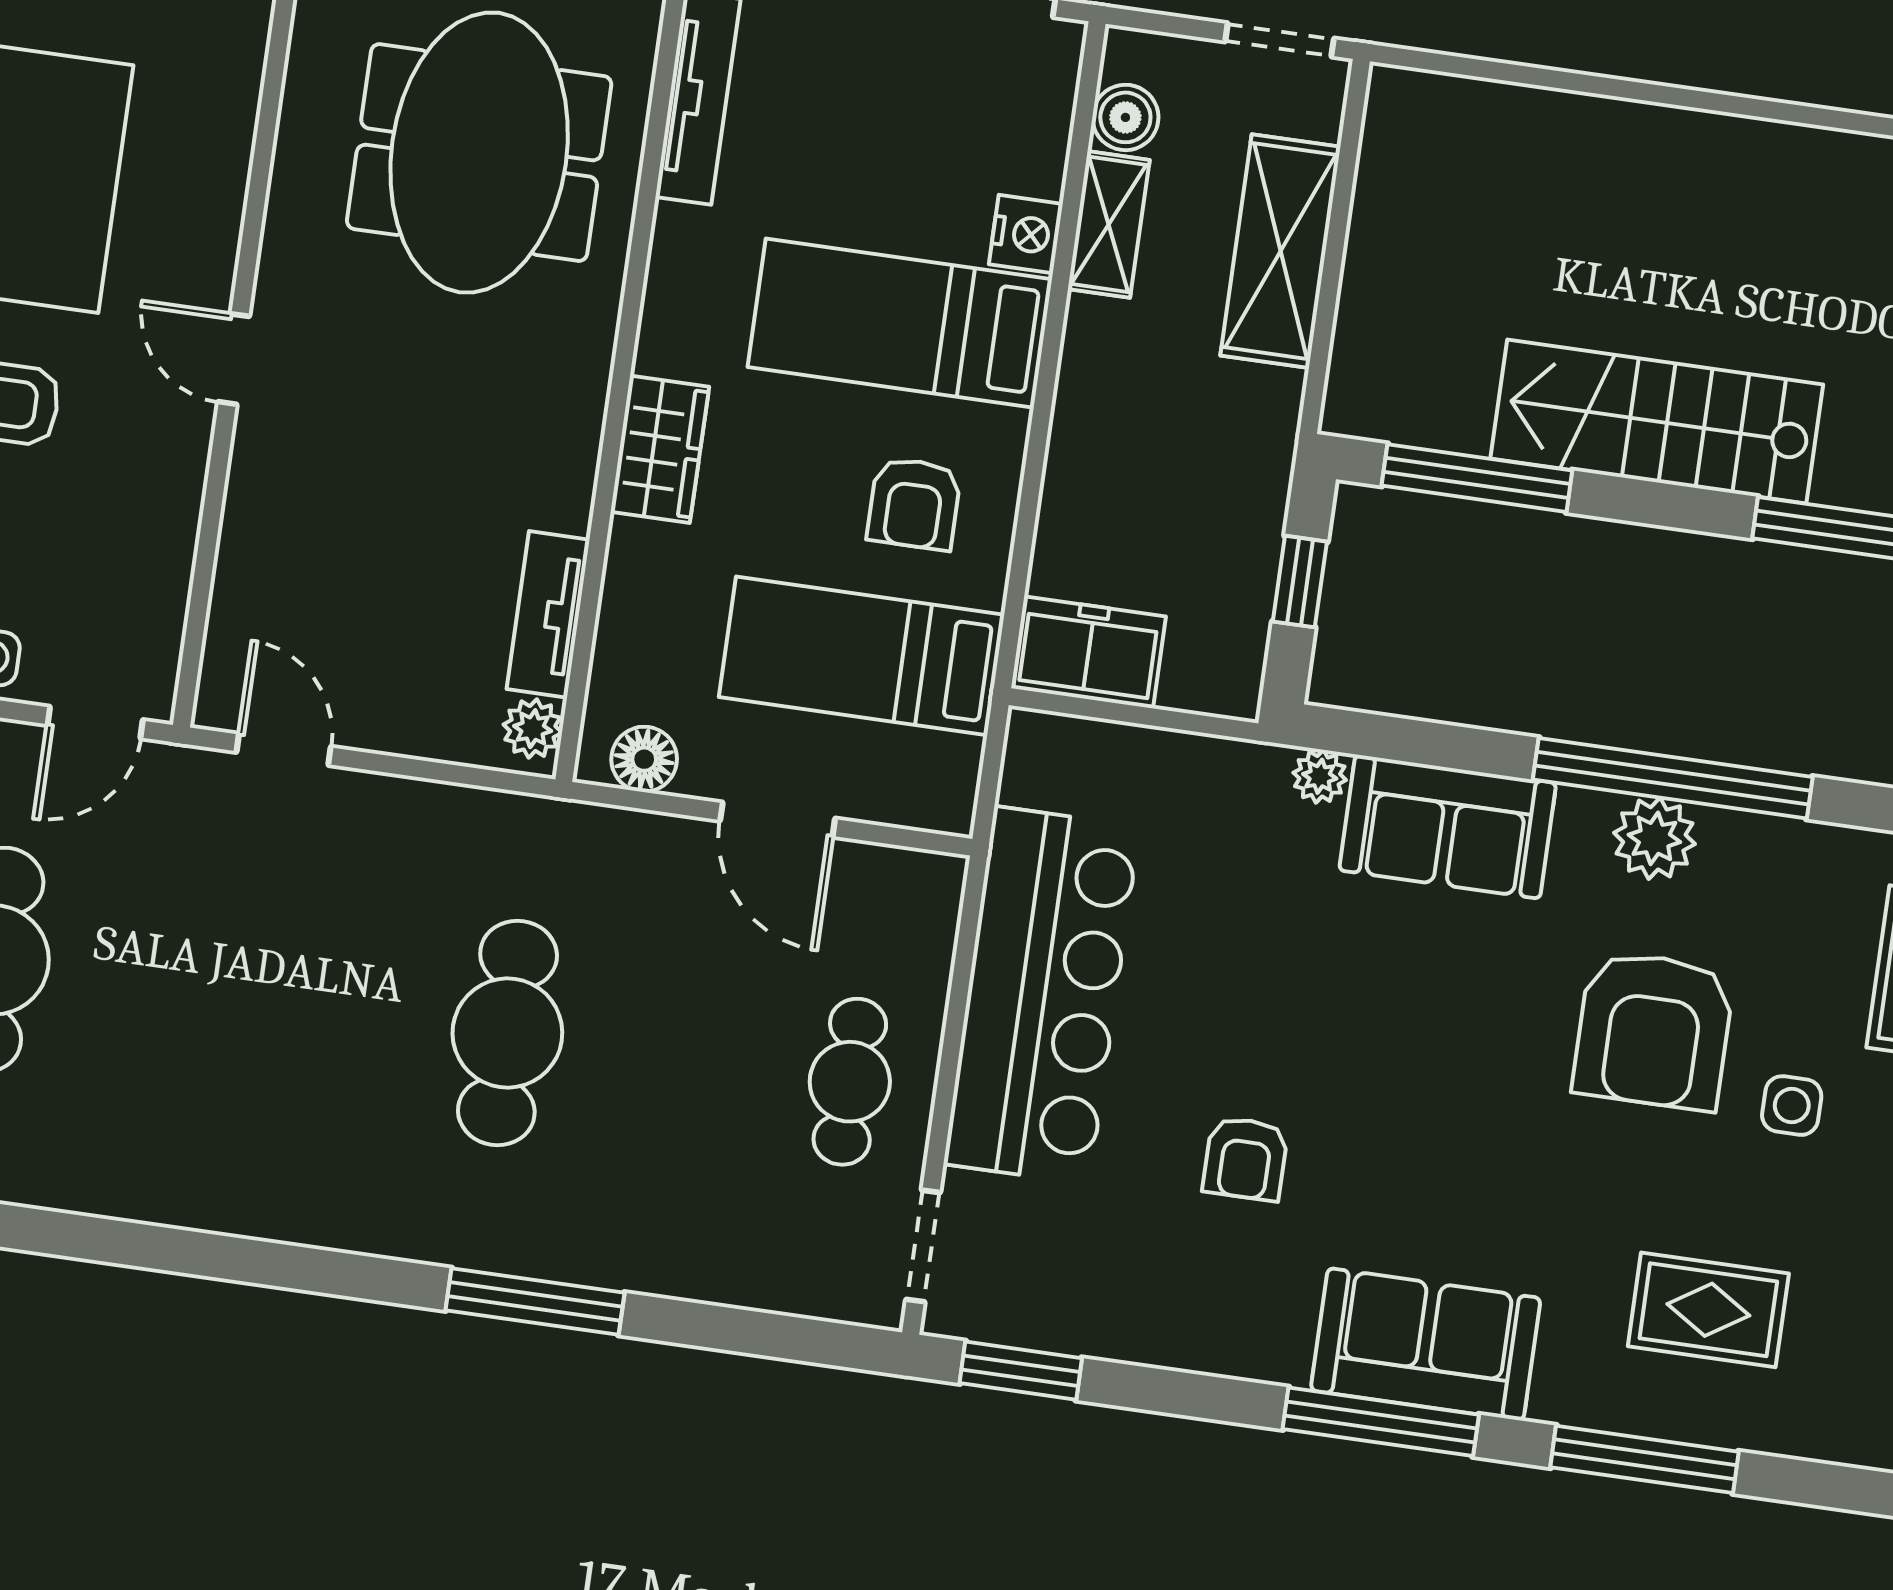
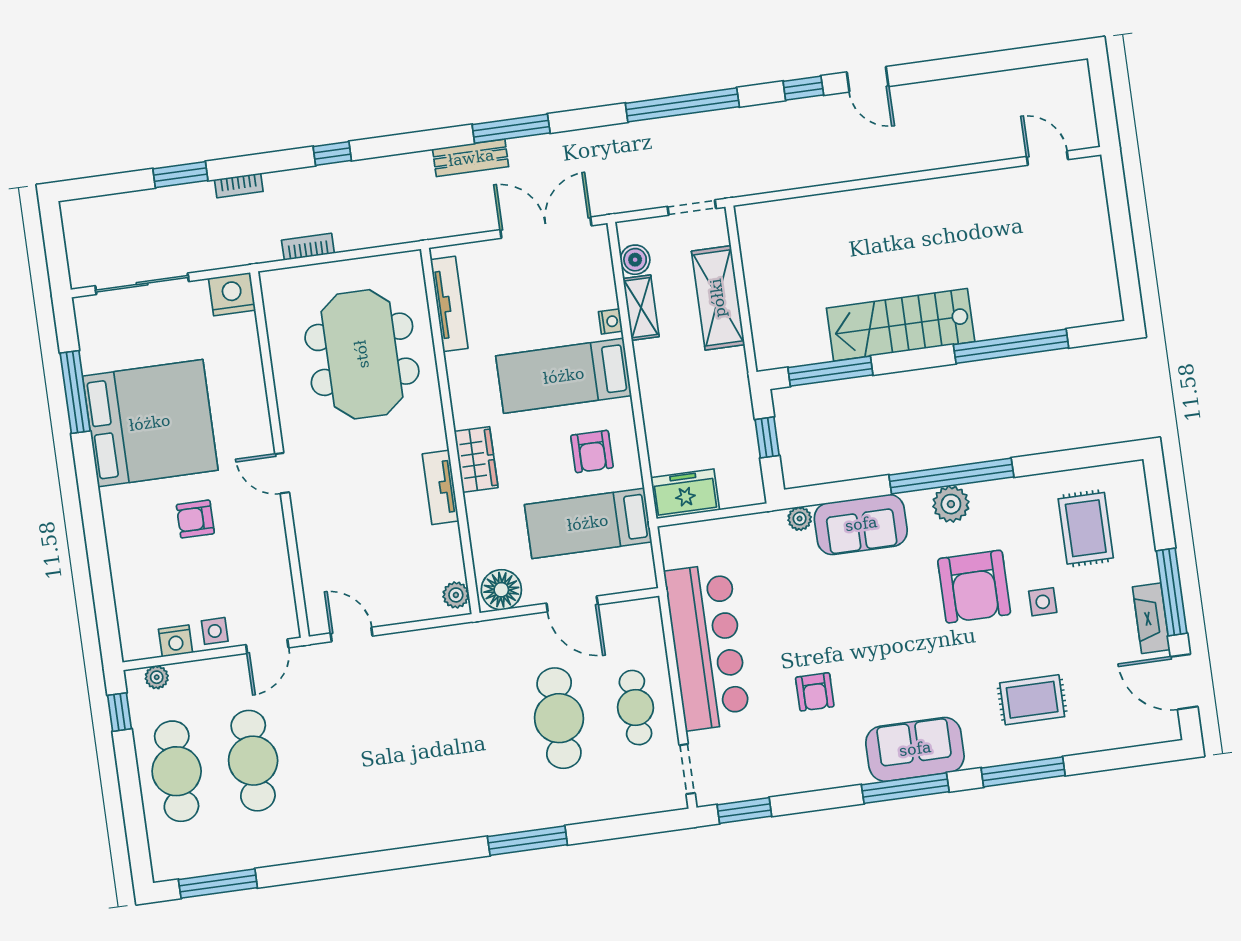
nightstand: (1026, 234) -> (610, 321), width x0.72, depth x0.74
tv unit: (548, 614) -> (441, 487), moved
floor lamp: (644, 759) -> (501, 590), width x1.38, depth x1.38
cafe table: (507, 1033) -> (559, 718), moved

